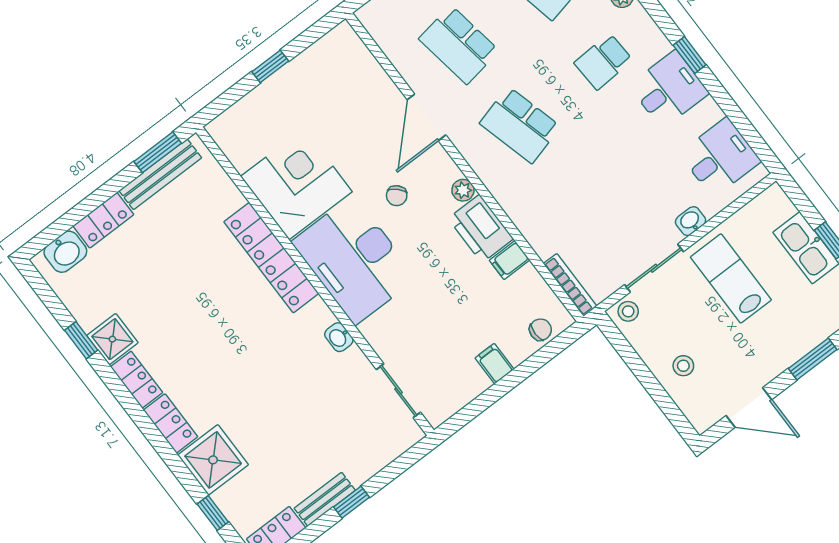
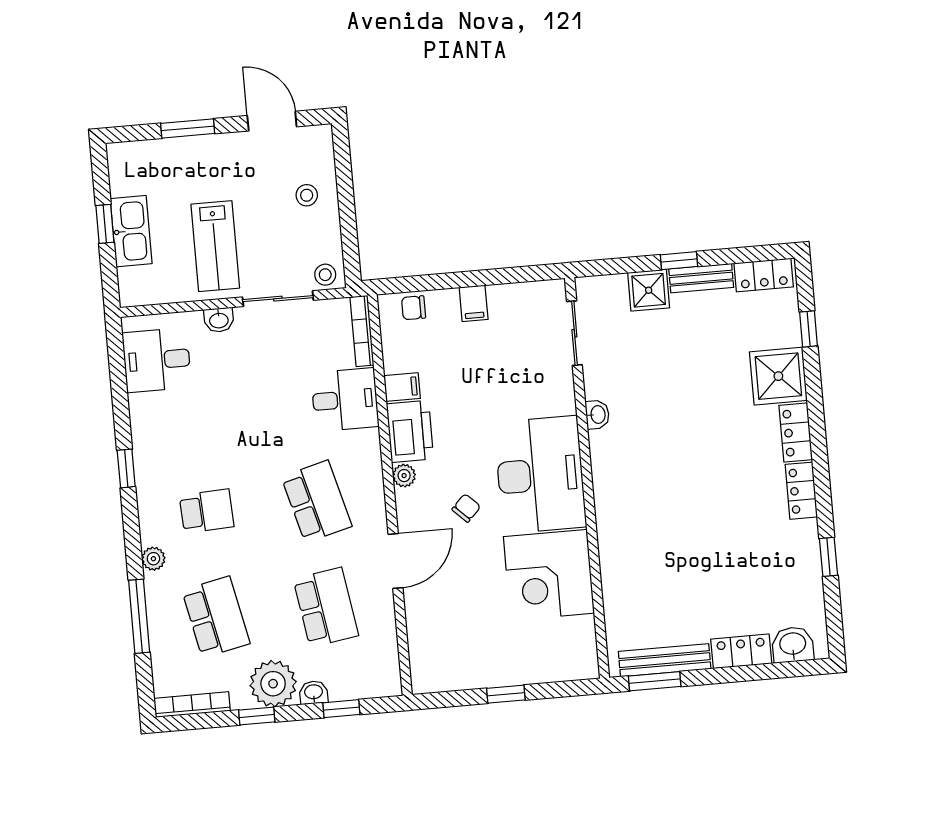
desk: (669, 89) -> (345, 400), moved, turned 180
locker: (271, 258) -> (613, 523), removed
shower: (112, 339) -> (649, 290), moved

